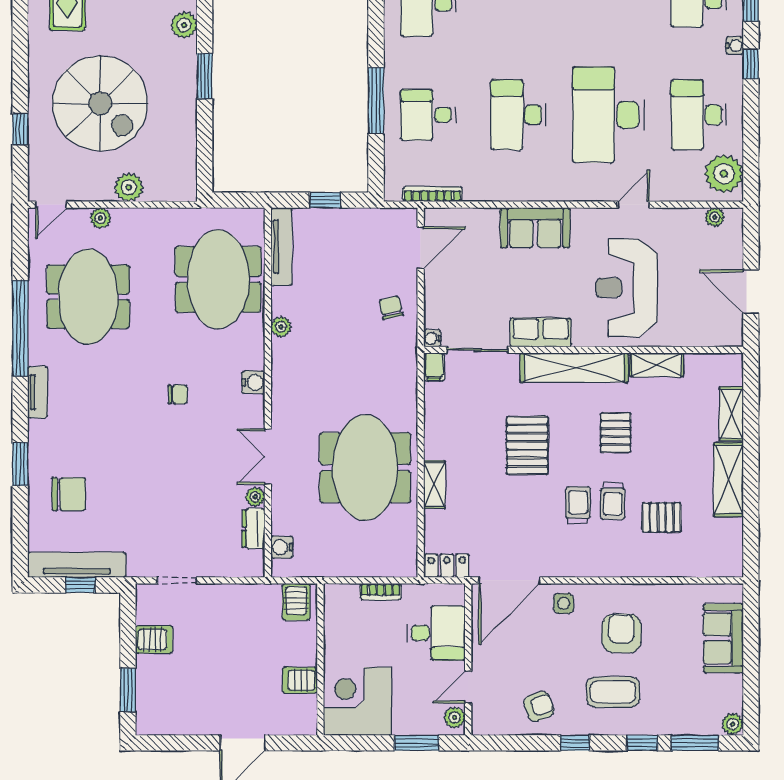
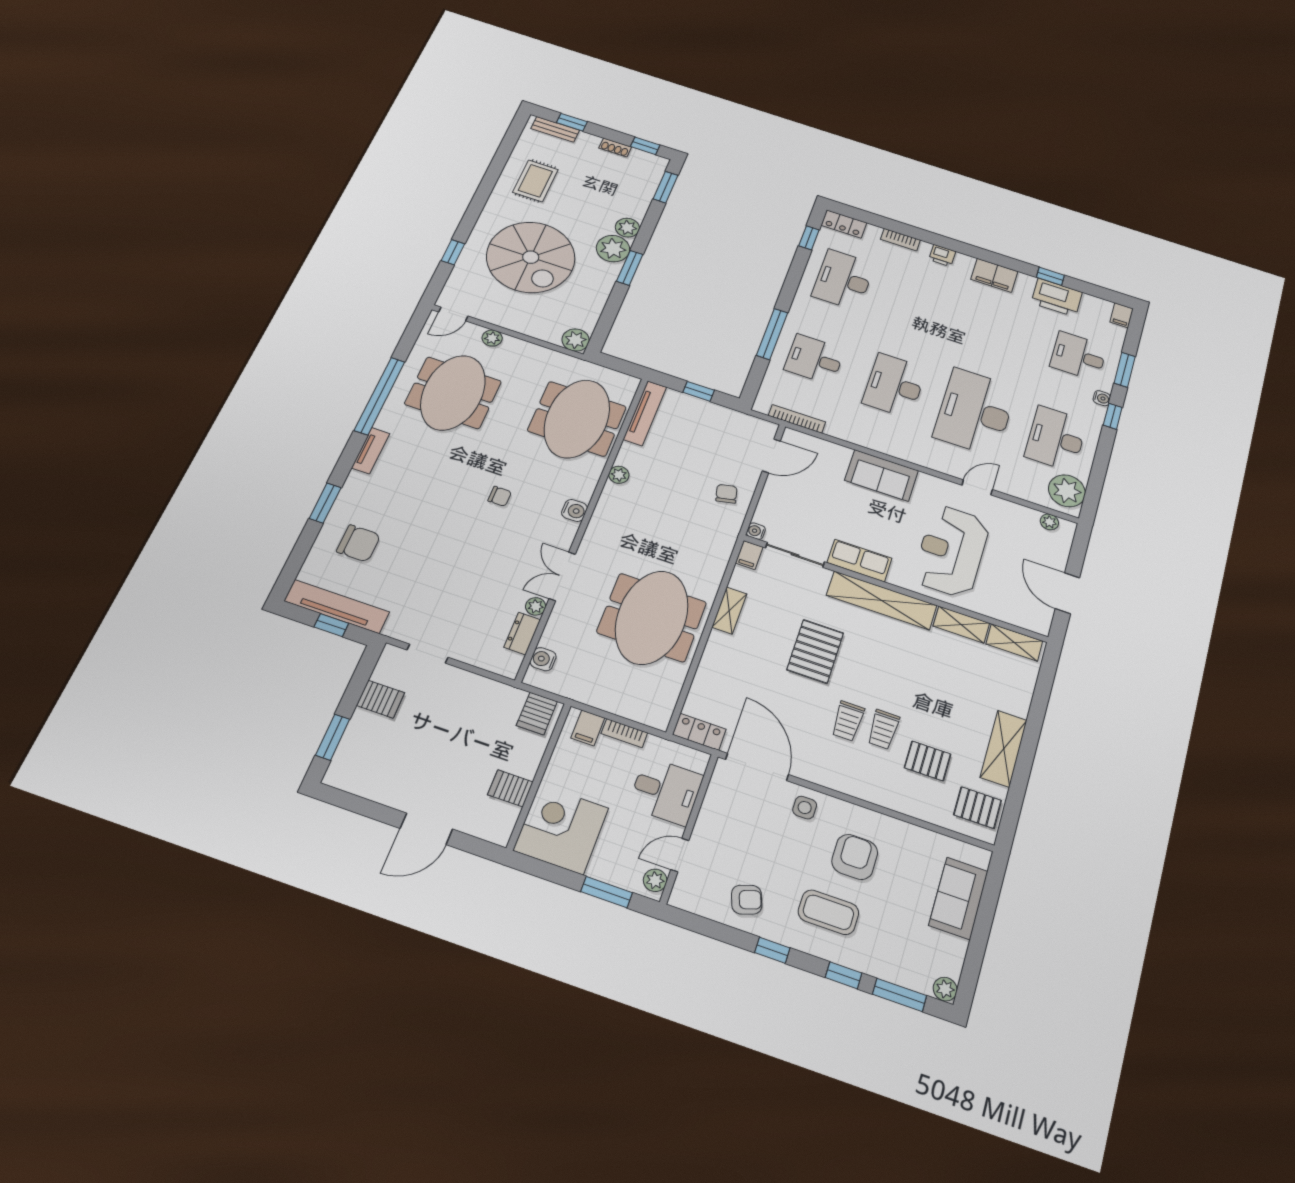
plant: (179, 58) -> (613, 249), added
plant: (129, 187) -> (576, 340), moved
shelving: (731, 414) -> (1014, 642), moved, turned 90
pallet: (616, 433) -> (978, 808), moved, turned 90
shelving: (434, 485) -> (729, 610), moved
trolley: (578, 505) -> (848, 721), turned 180
door: (509, 580) -> (757, 767), swing flipped
filing cabinet: (346, 599) -> (588, 728), added

